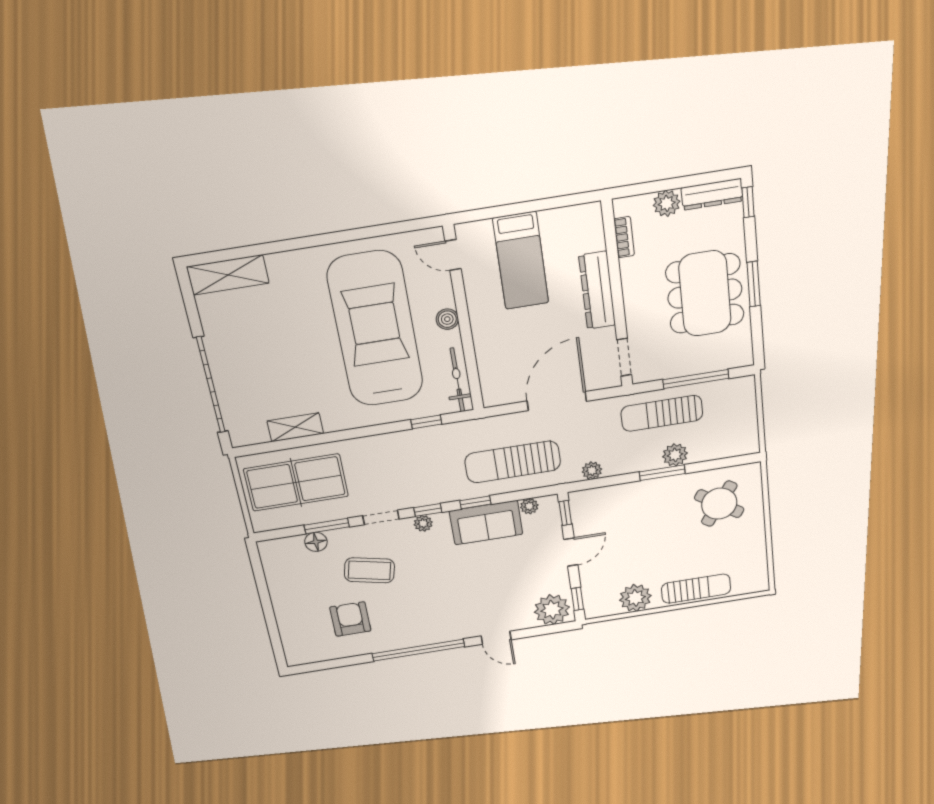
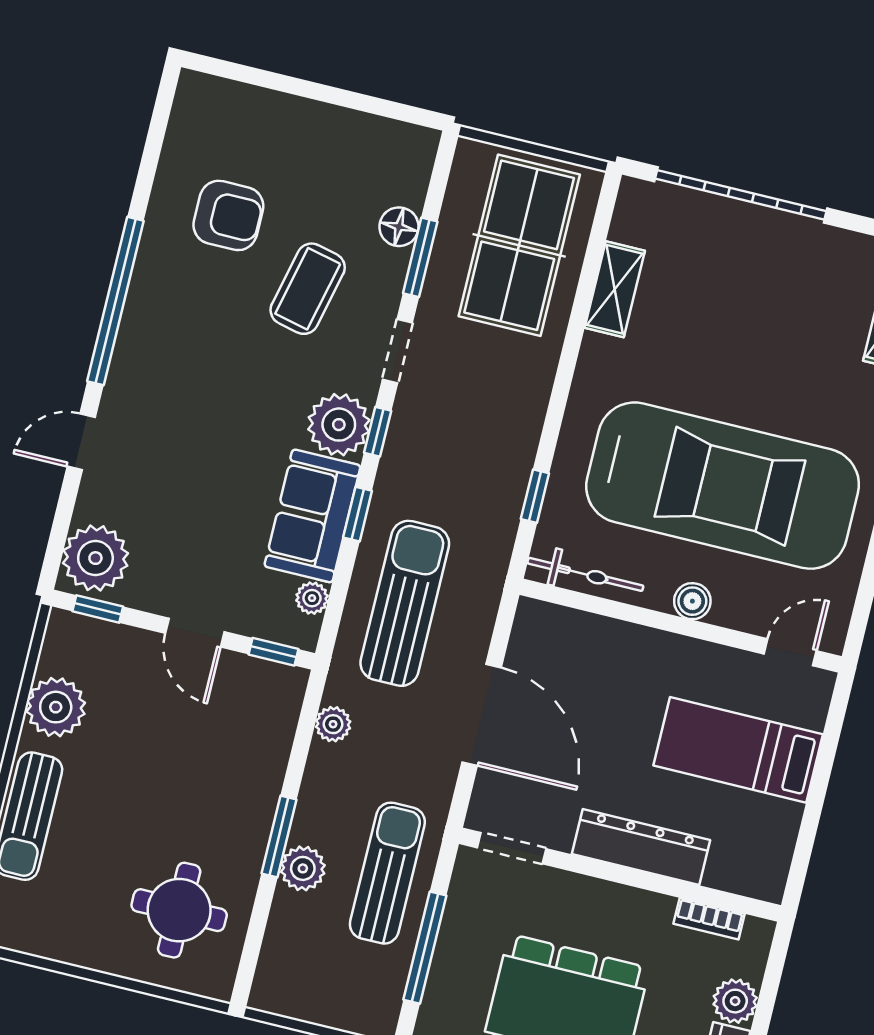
round table: (719, 504) -> (179, 910), turned -35
plant: (423, 523) -> (339, 425), width x1.87, depth x1.87

